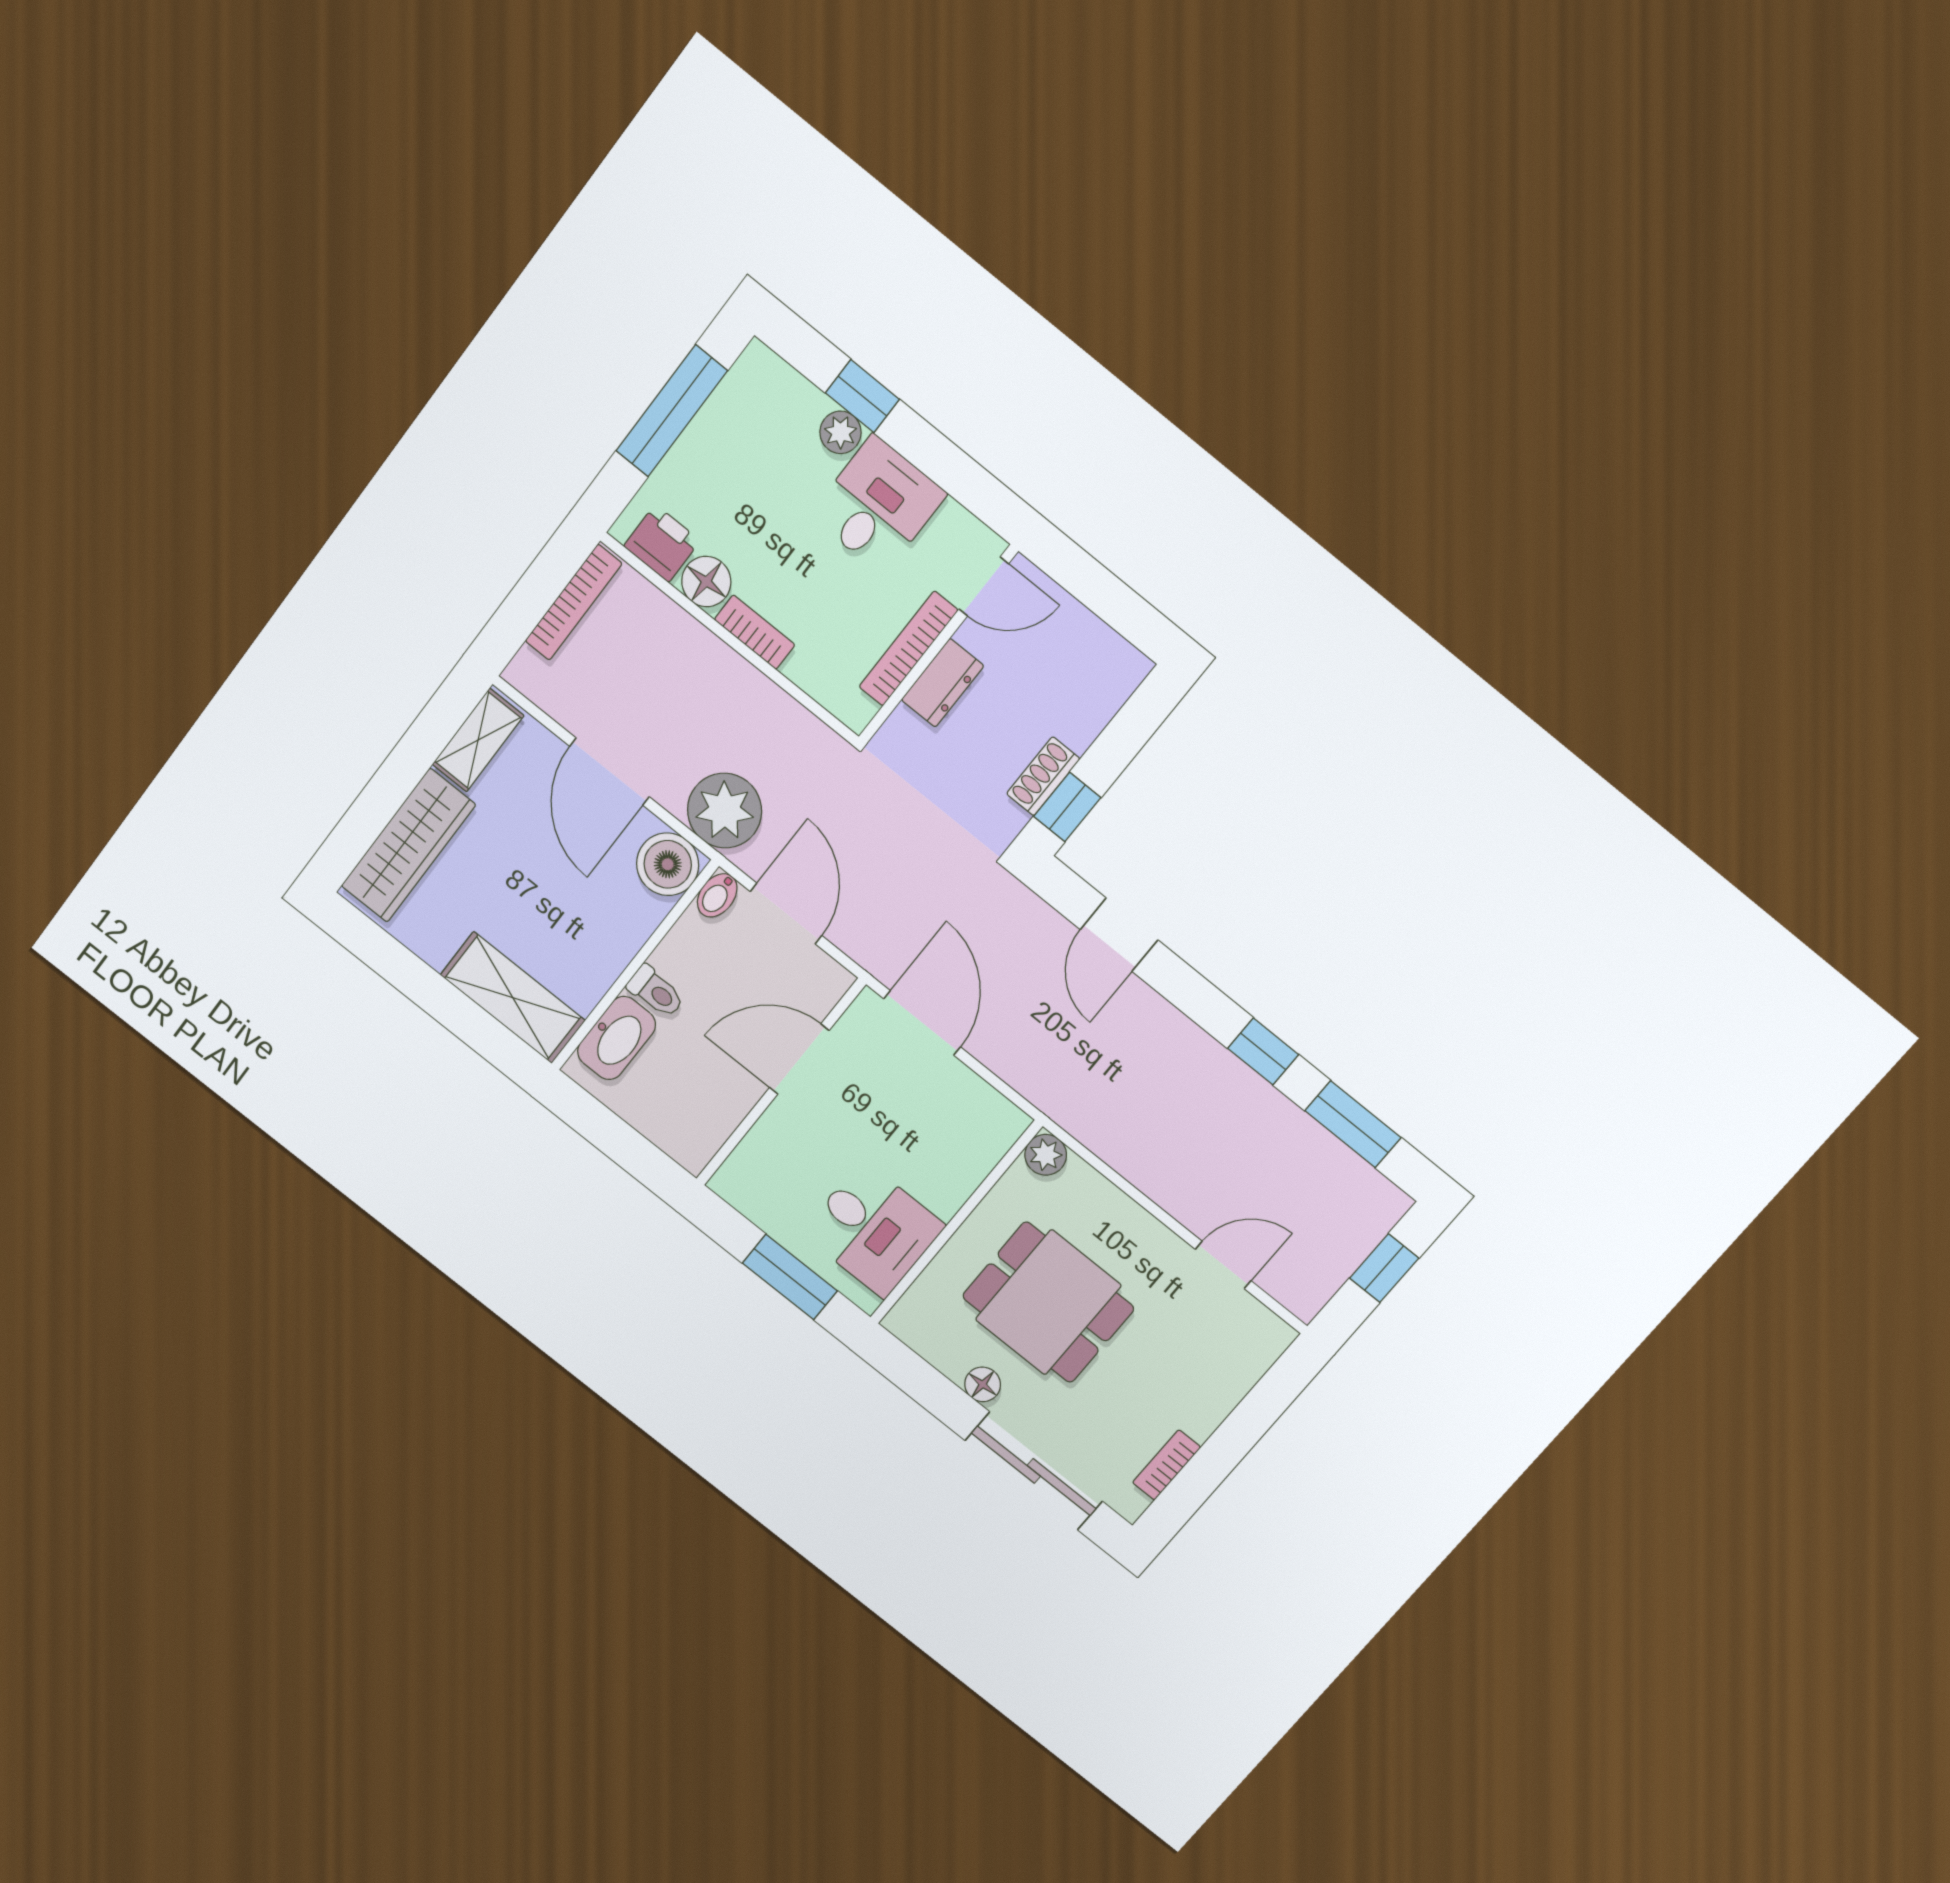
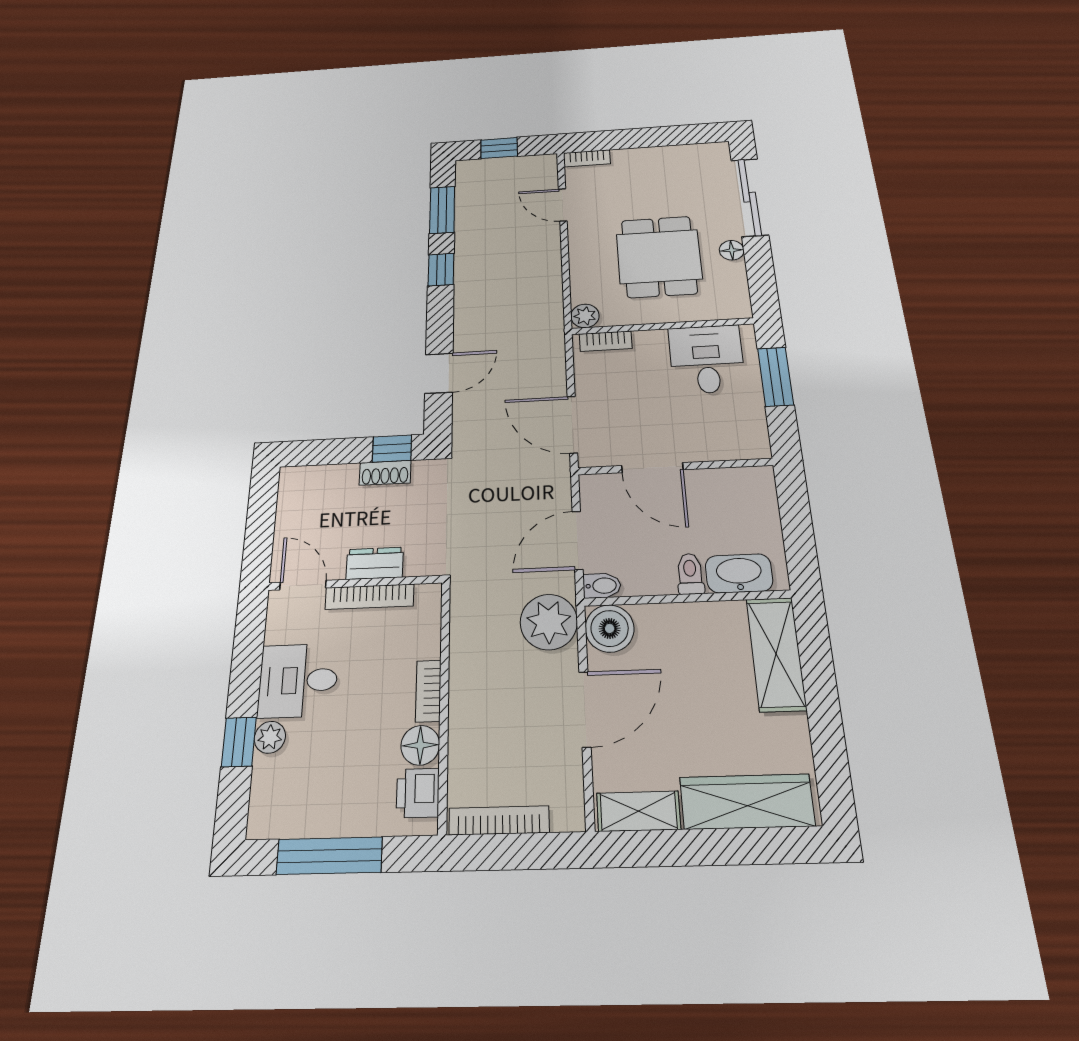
door: (922, 1023) -> (572, 425), hinge flipped
bookcase: (992, 1148) -> (606, 341), added
bookcase: (1167, 1465) -> (587, 158), moved

